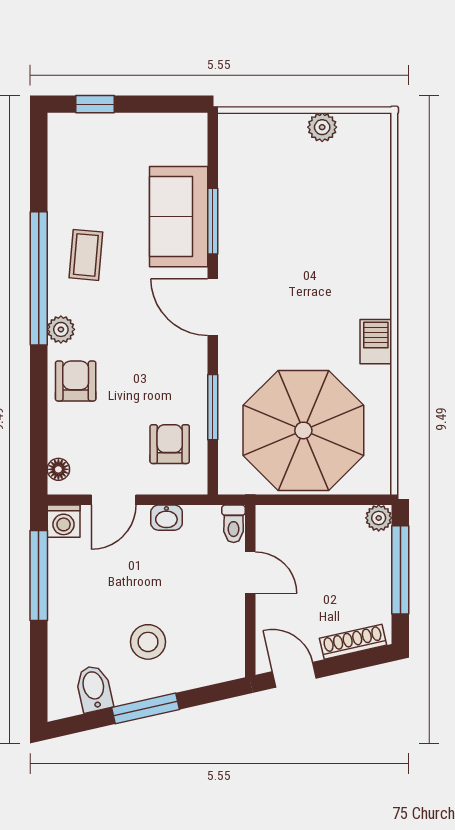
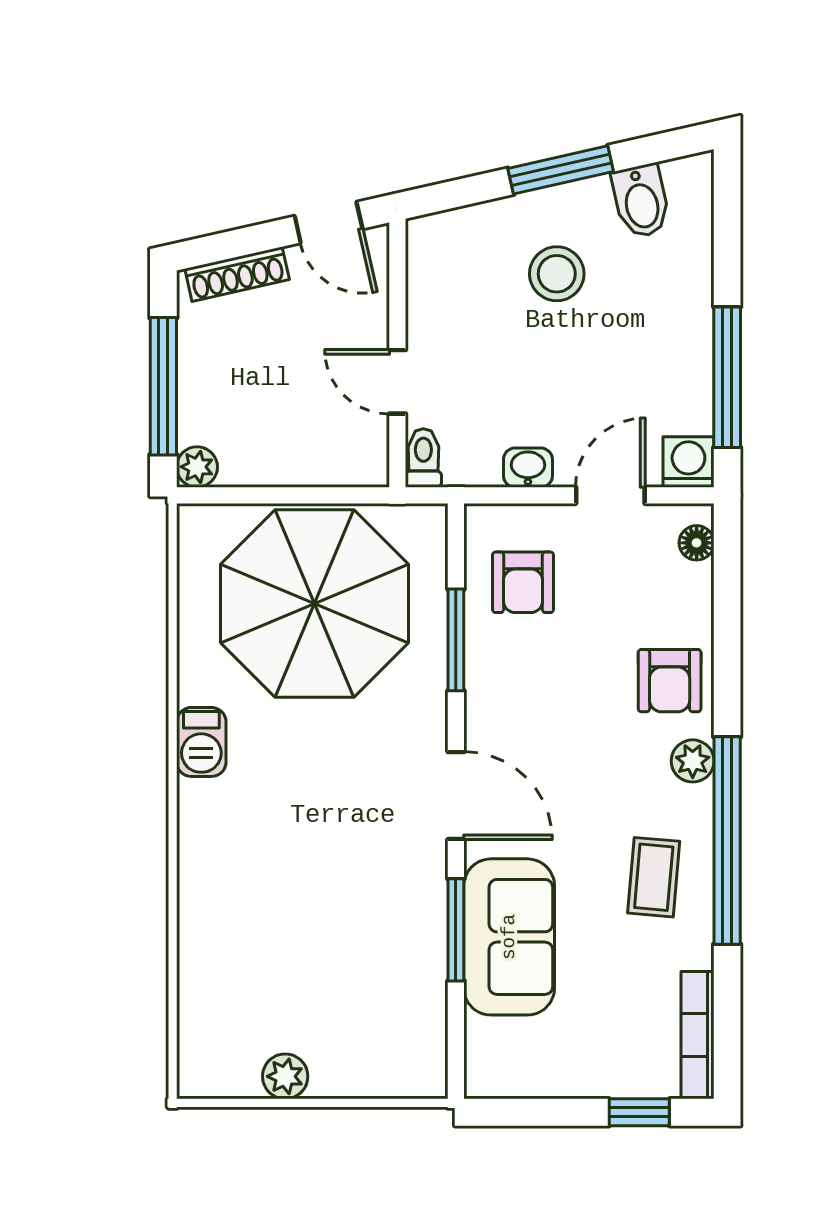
bookcase: (58, 154) -> (698, 1035), added

